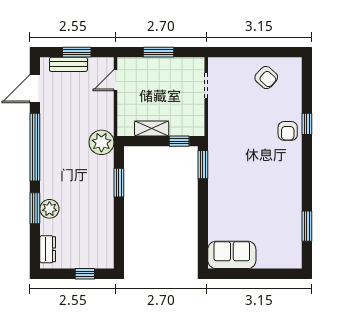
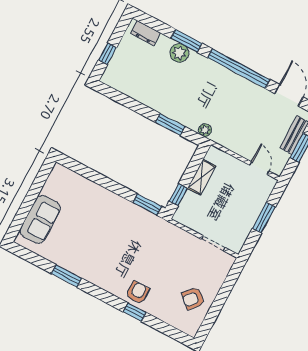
armchair: (288, 131) -> (138, 293), turned 90
plant: (101, 142) -> (205, 130), width x0.53, depth x0.53
window: (307, 226) -> (67, 276), moved
sofa: (232, 255) -> (40, 219), moved

